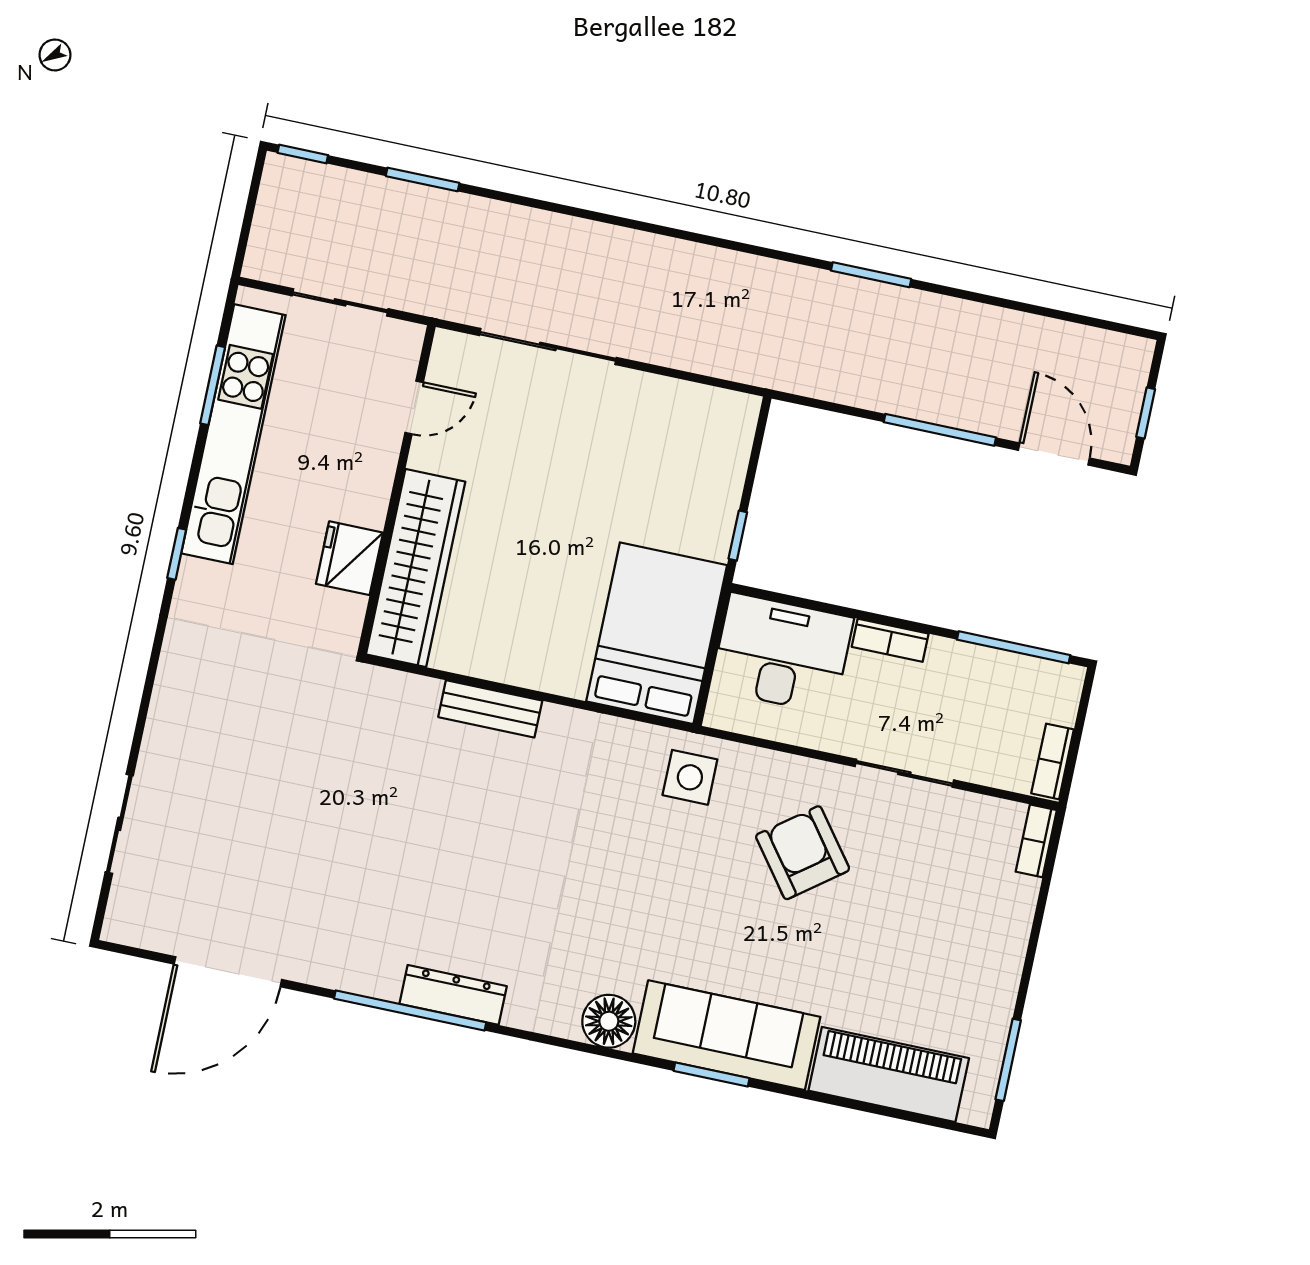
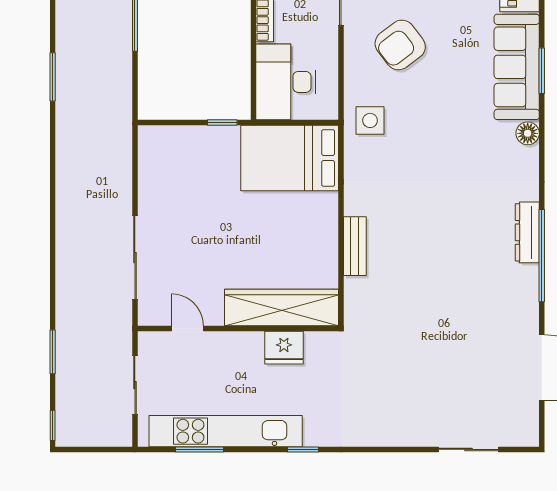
floor lamp: (609, 1021) -> (528, 133), width x0.73, depth x0.73

